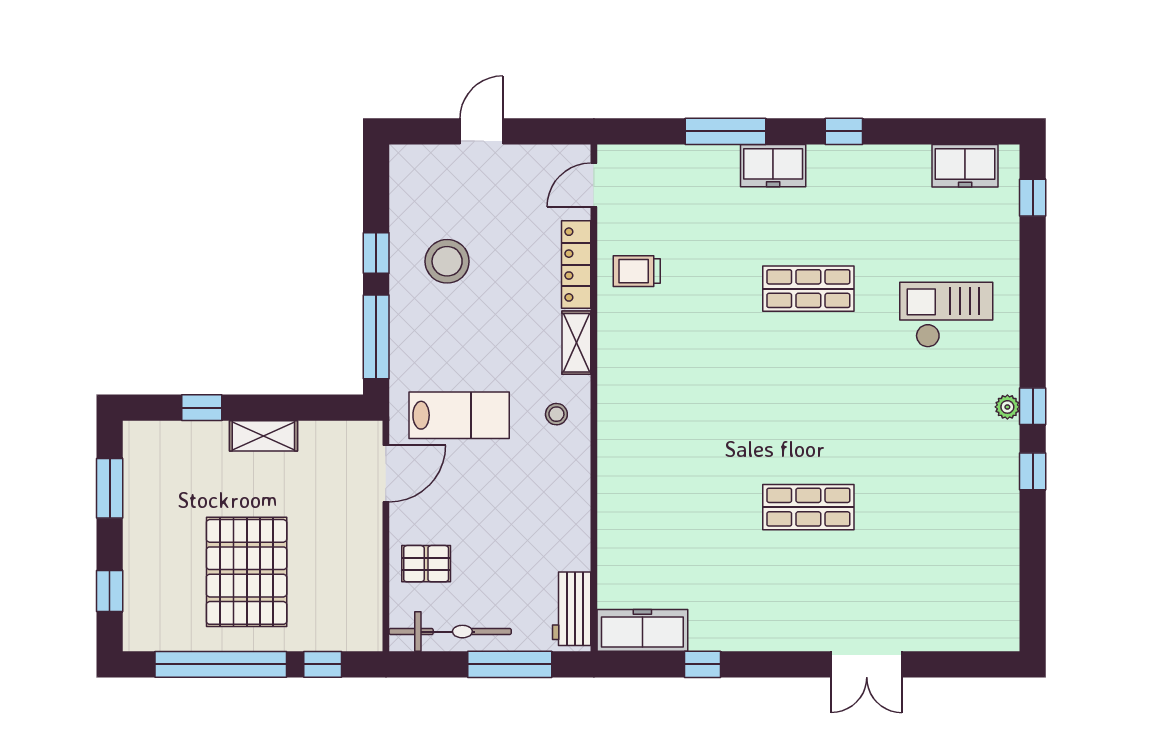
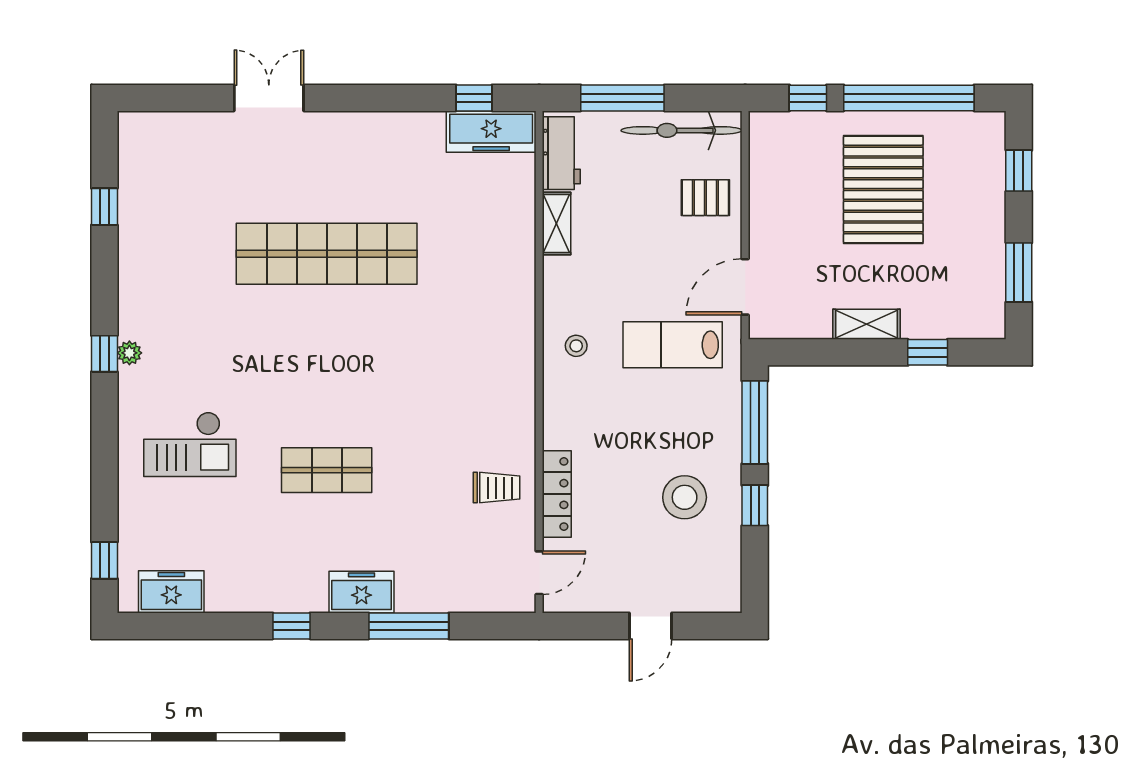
shelving: (576, 343) -> (556, 224), moved
window: (1033, 471) -> (104, 207), moved
shop shelf: (808, 507) -> (327, 254), width x2.00, depth x1.36
window: (703, 664) -> (474, 98), moved

